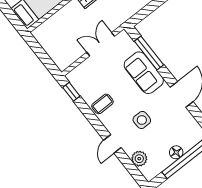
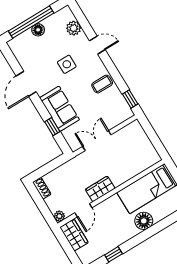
double door: (101, 44) -> (97, 141), swing flipped
window: (149, 53) -> (52, 127), width x0.46
door: (112, 144) -> (97, 45), hinge flipped

